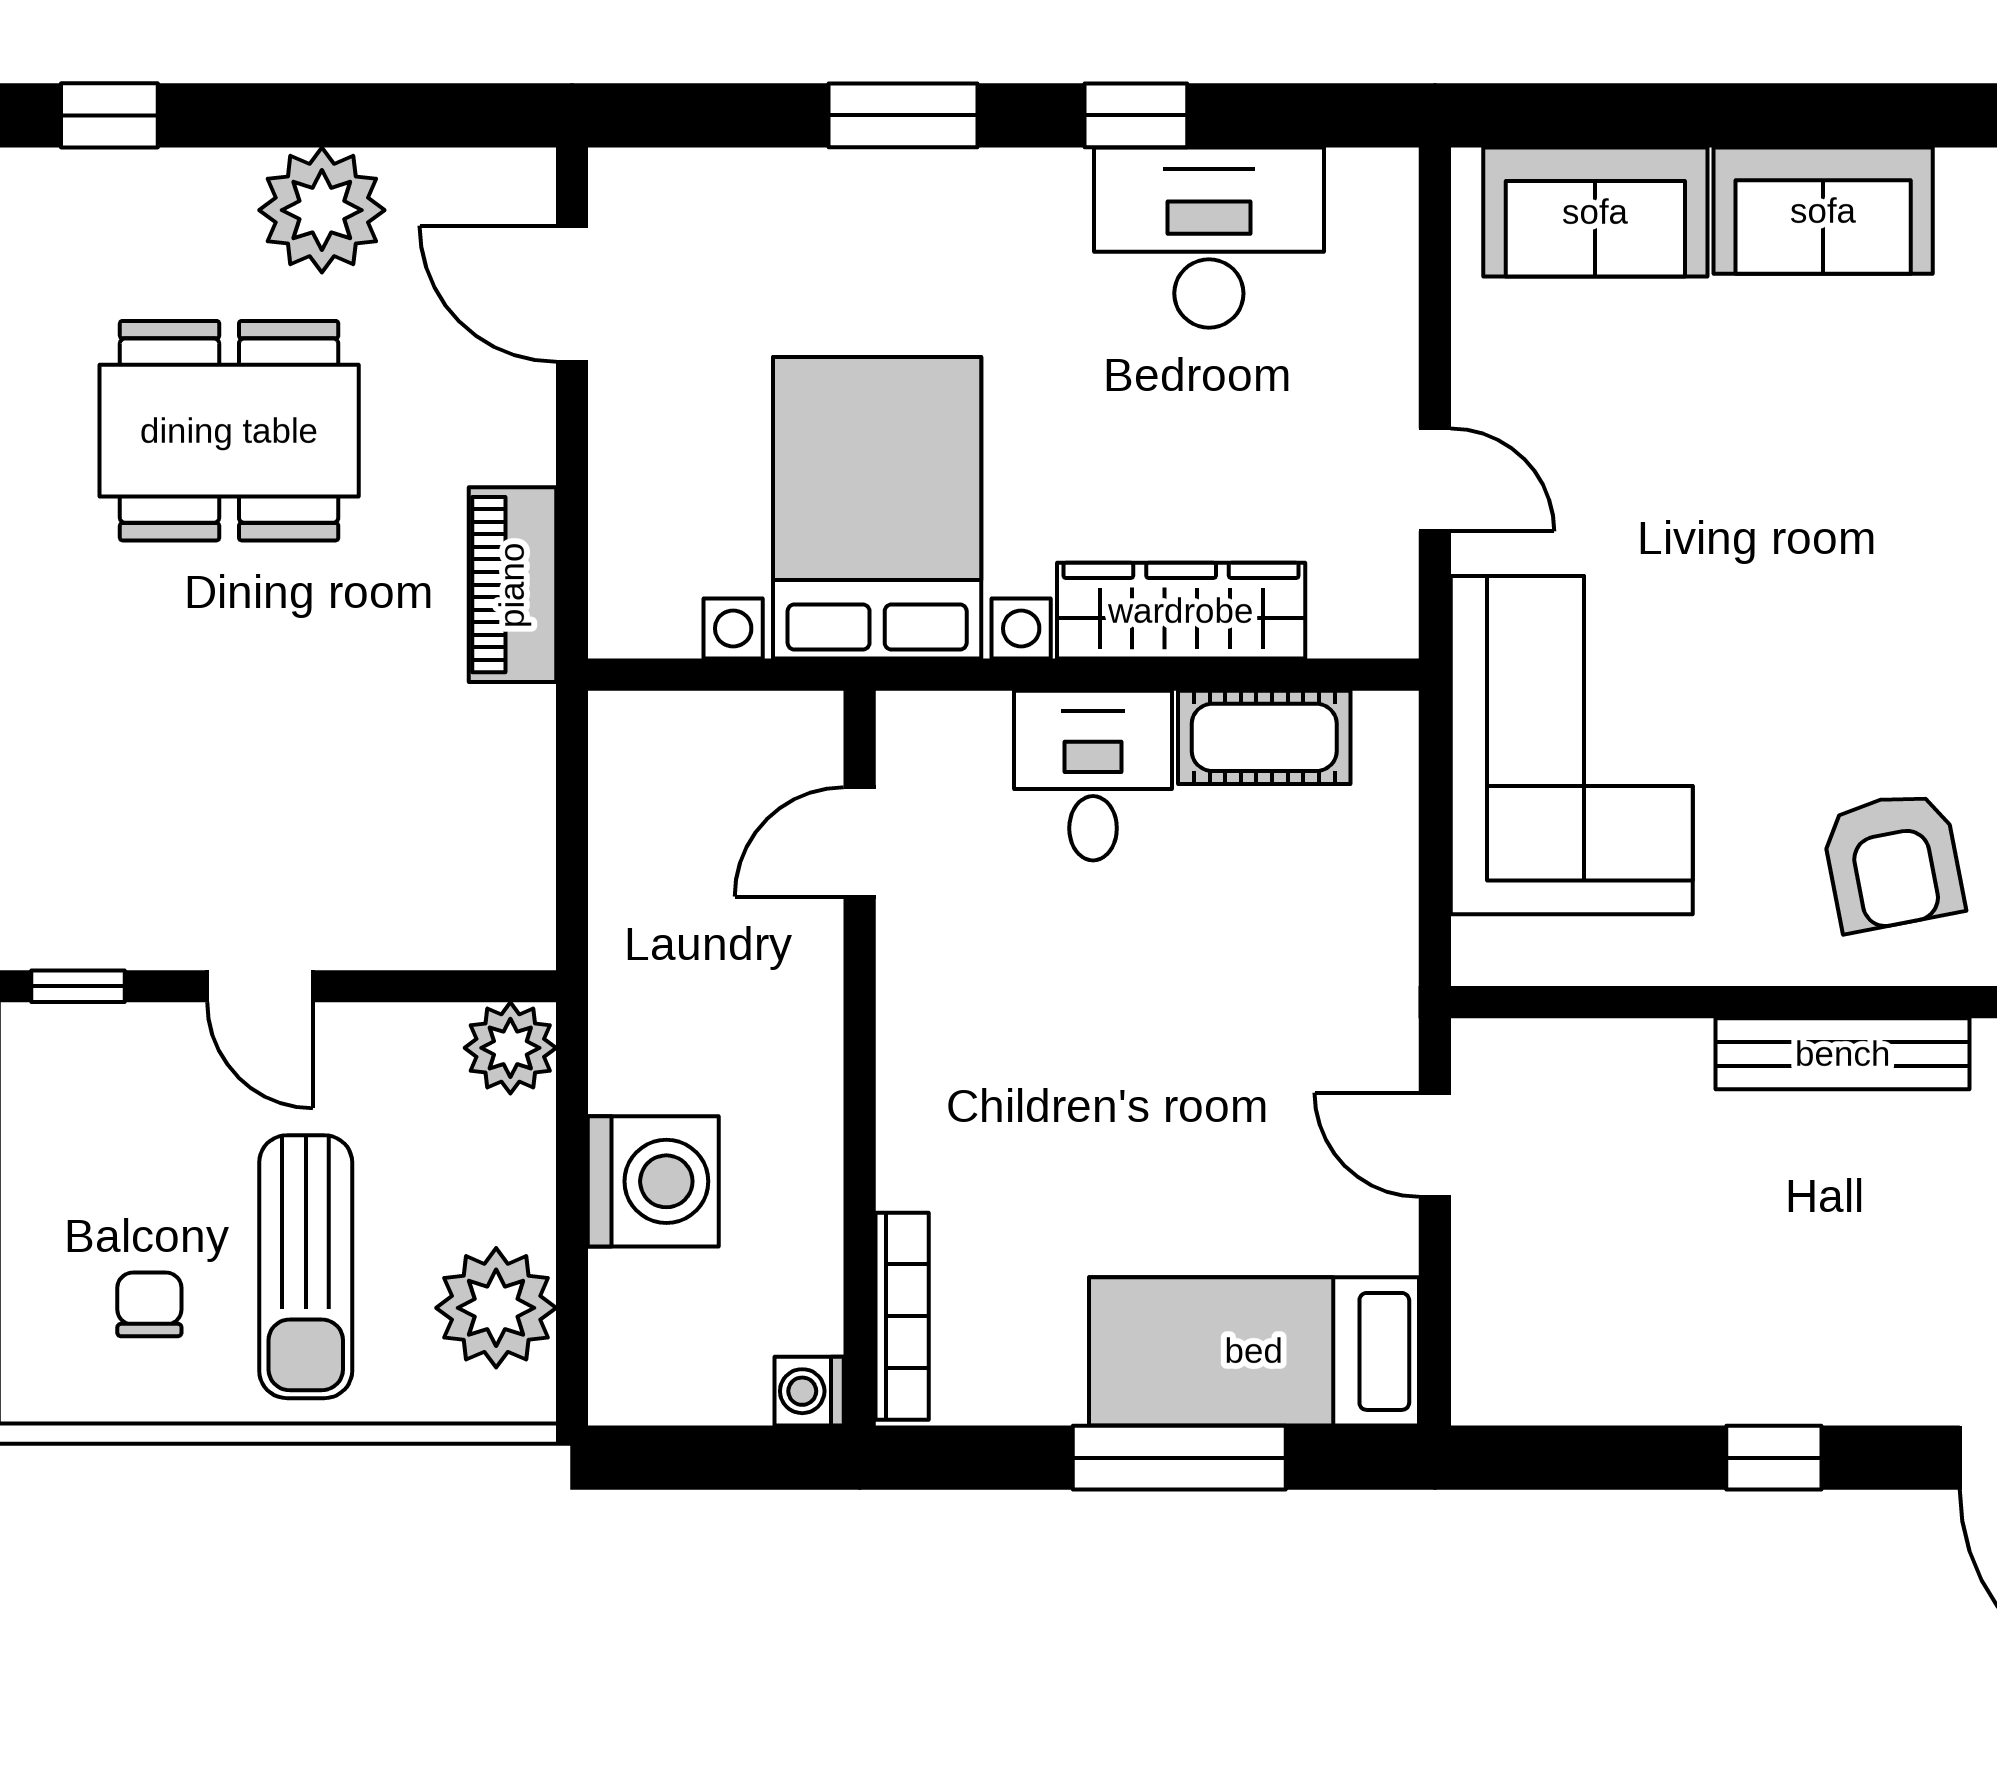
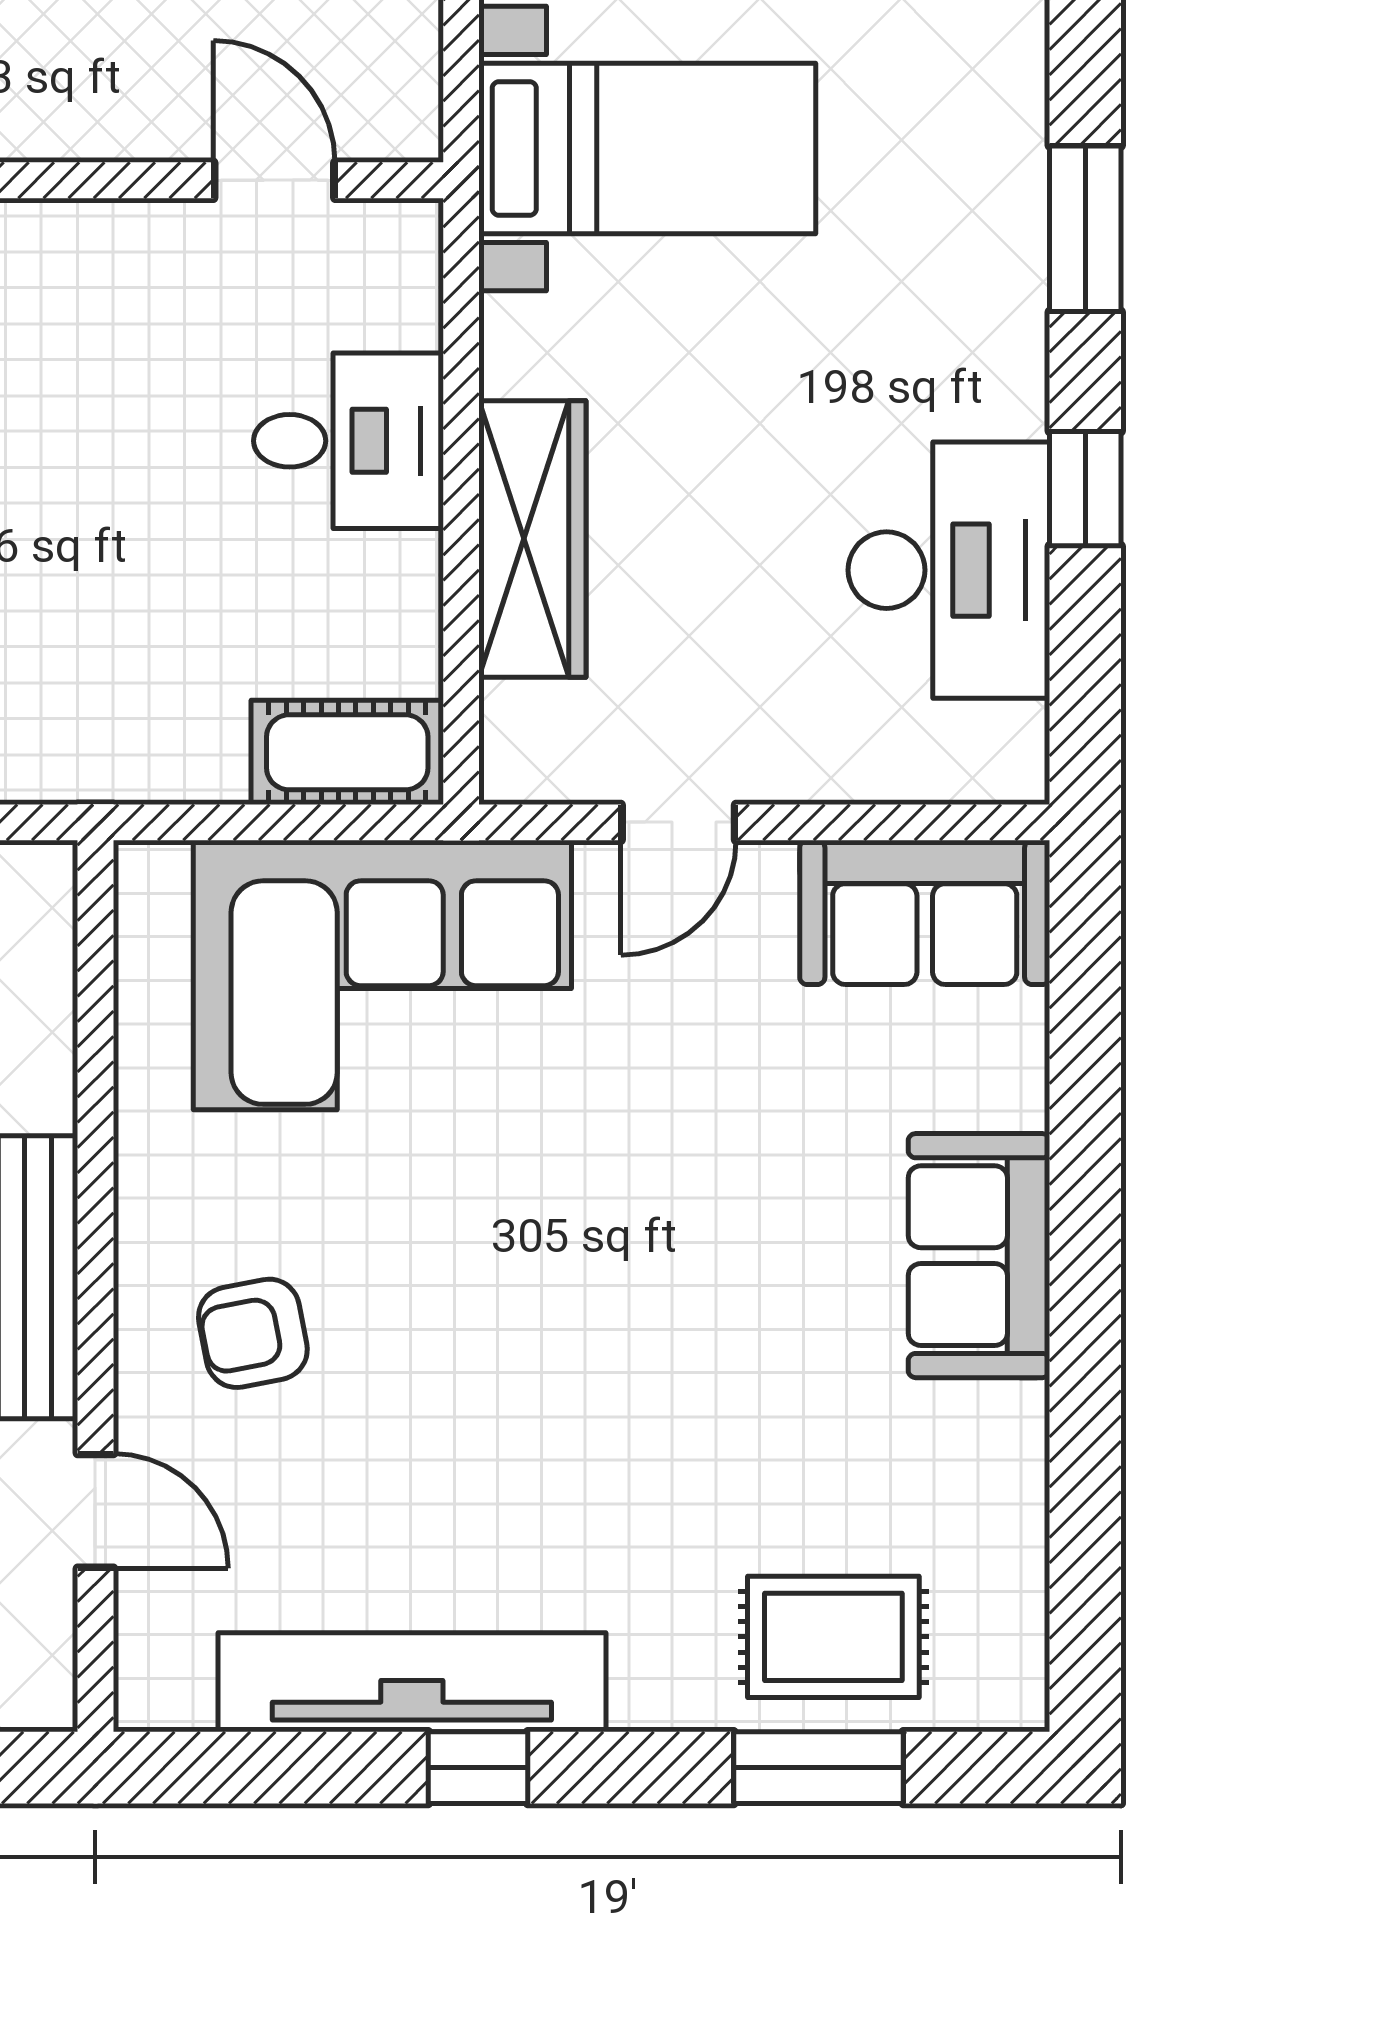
sofa: (1595, 212) -> (925, 912), moved, turned -90
bed with nightstands: (877, 508) -> (647, 148), width x0.73
cot: (1264, 737) -> (347, 752), moved, turned 90
armchair: (1893, 861) -> (253, 1333), width x0.72, depth x0.72

